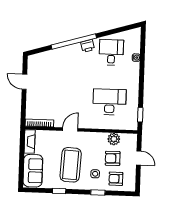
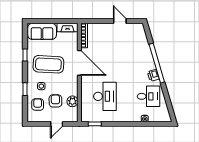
door: (24, 82) -> (120, 21), hinge flipped
door: (70, 129) -> (79, 63), width x1.87

